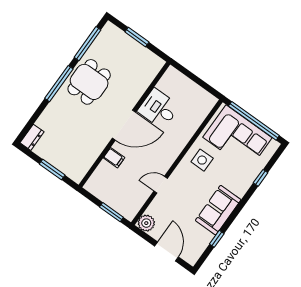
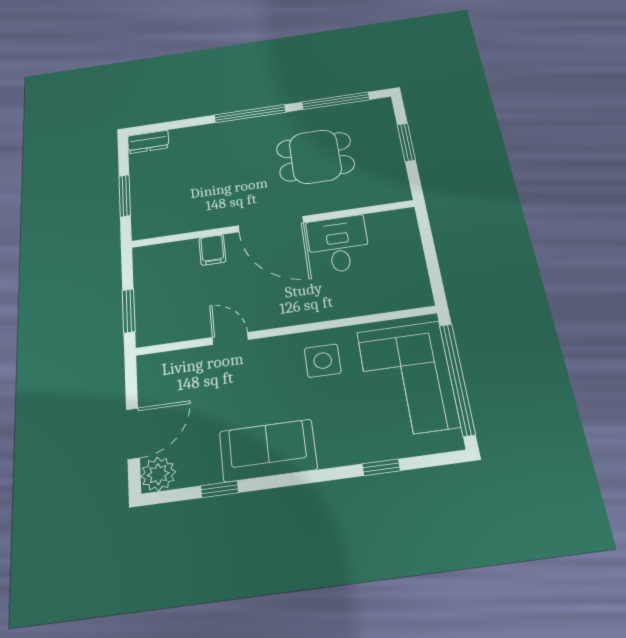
dining table: (89, 82) -> (315, 157), moved
plant: (146, 223) -> (158, 474), moved

